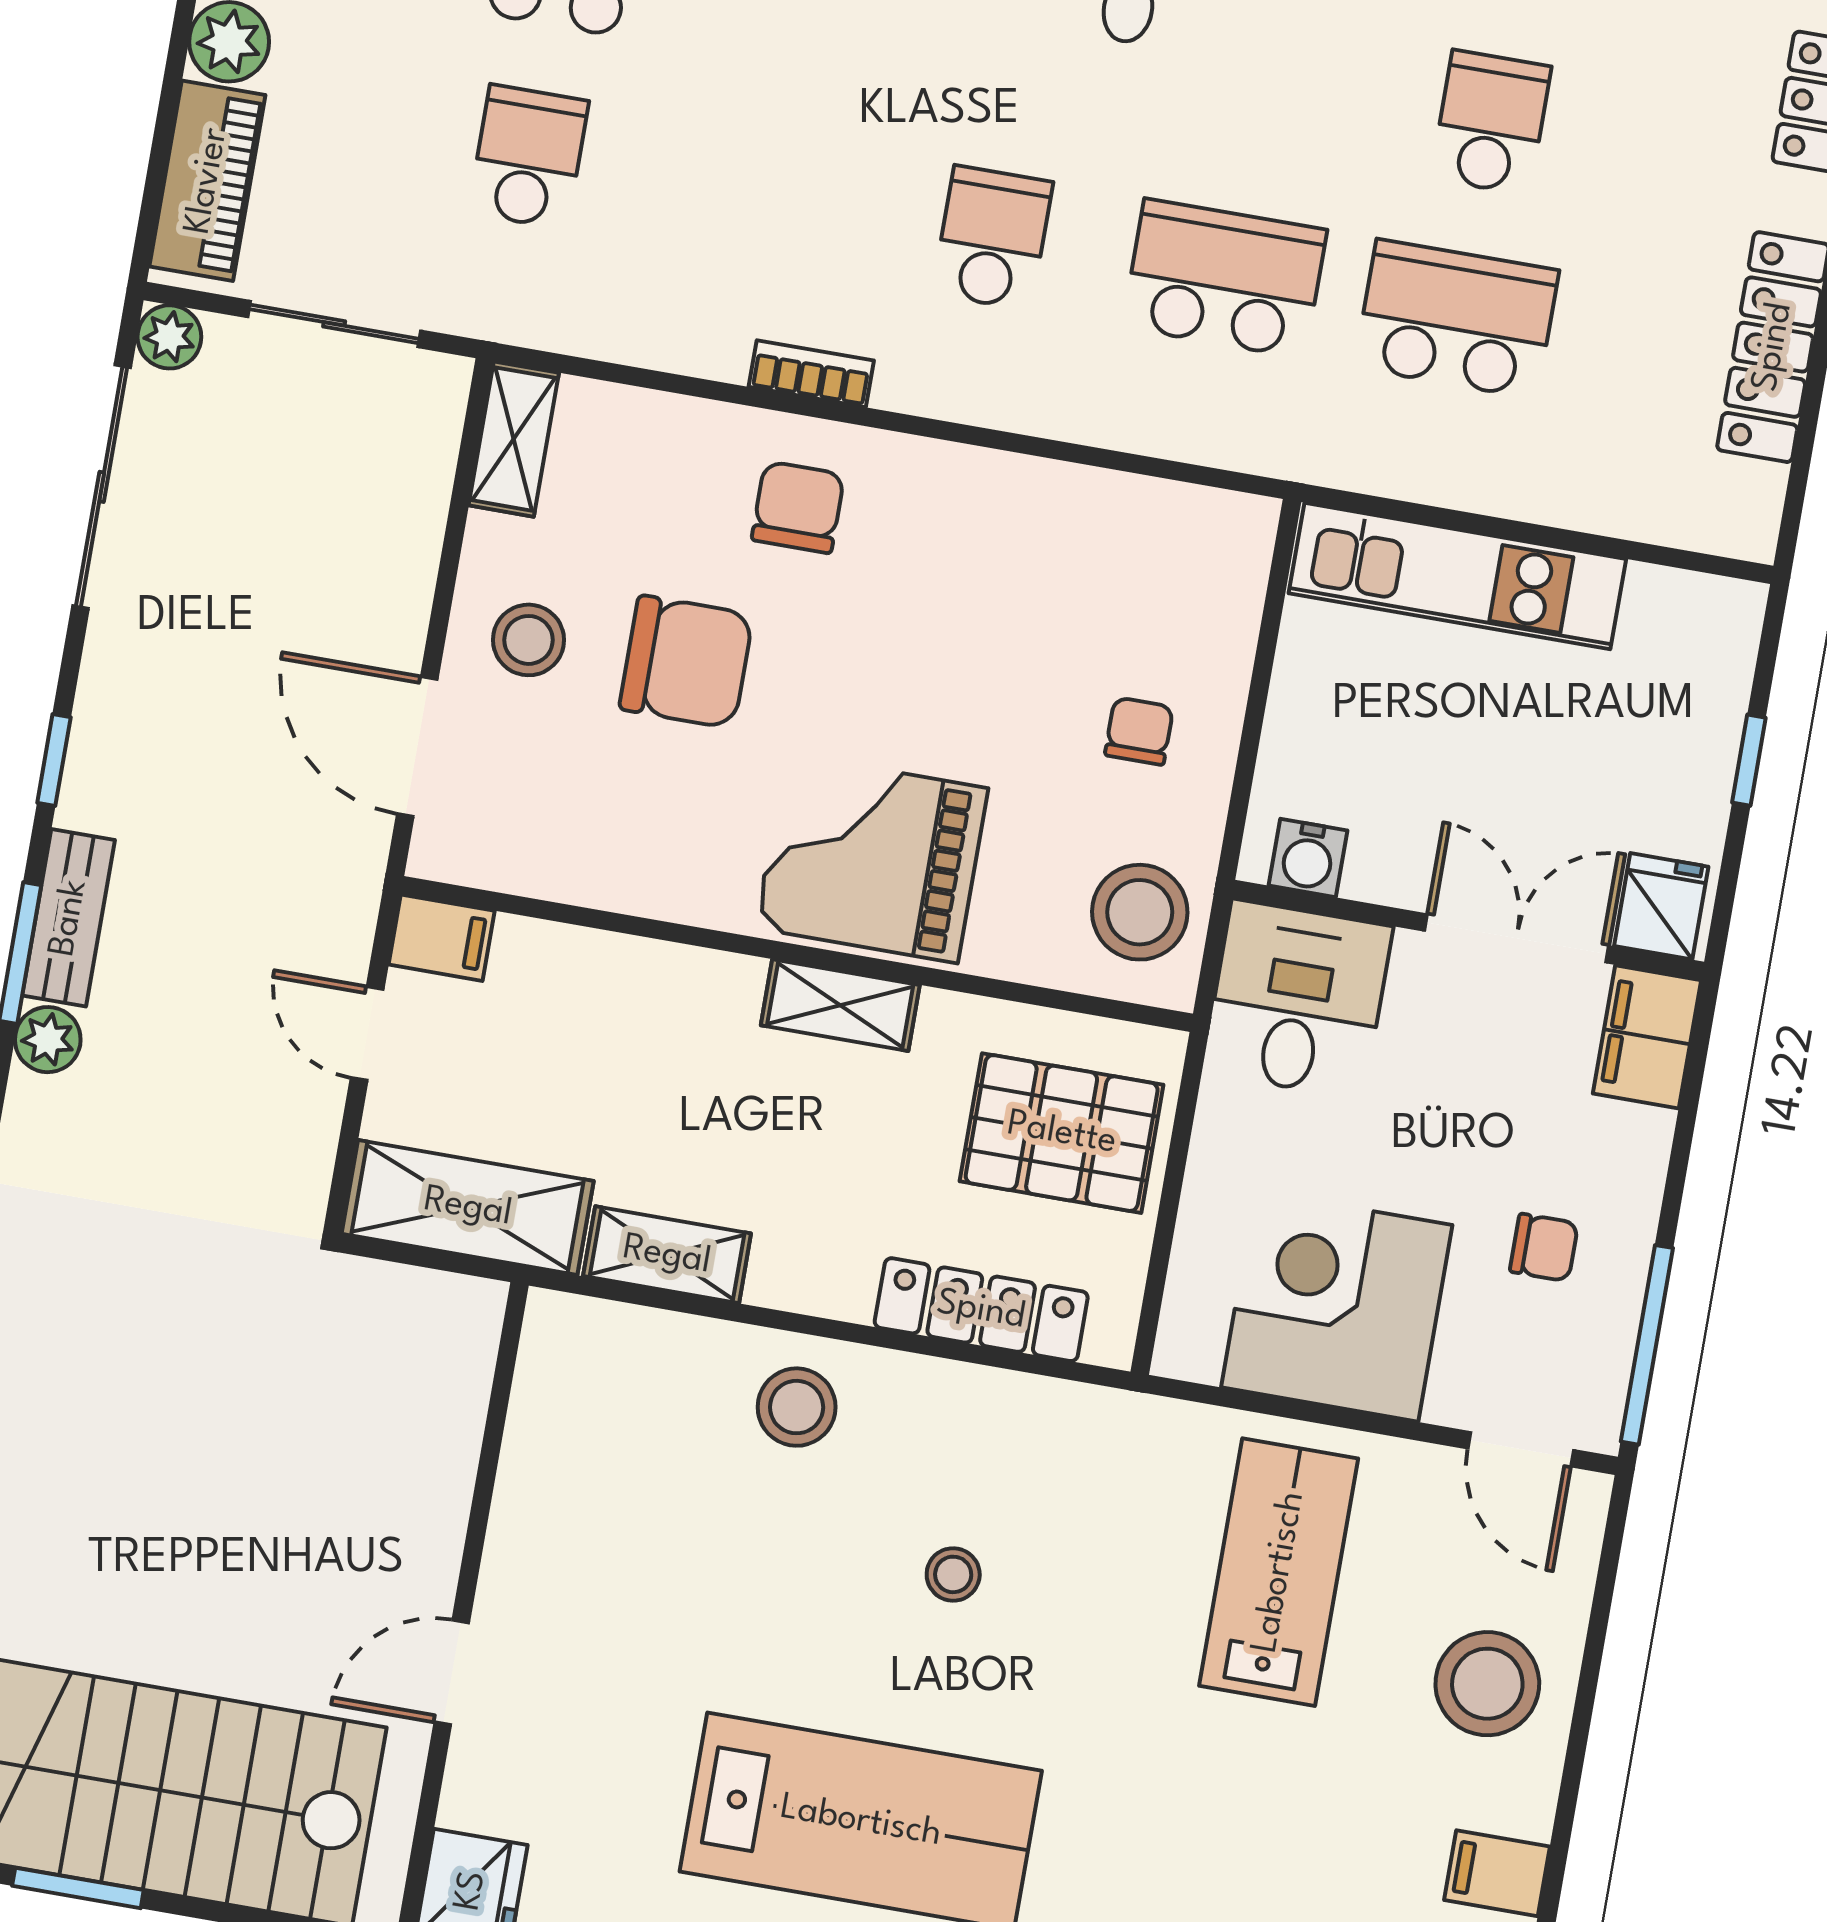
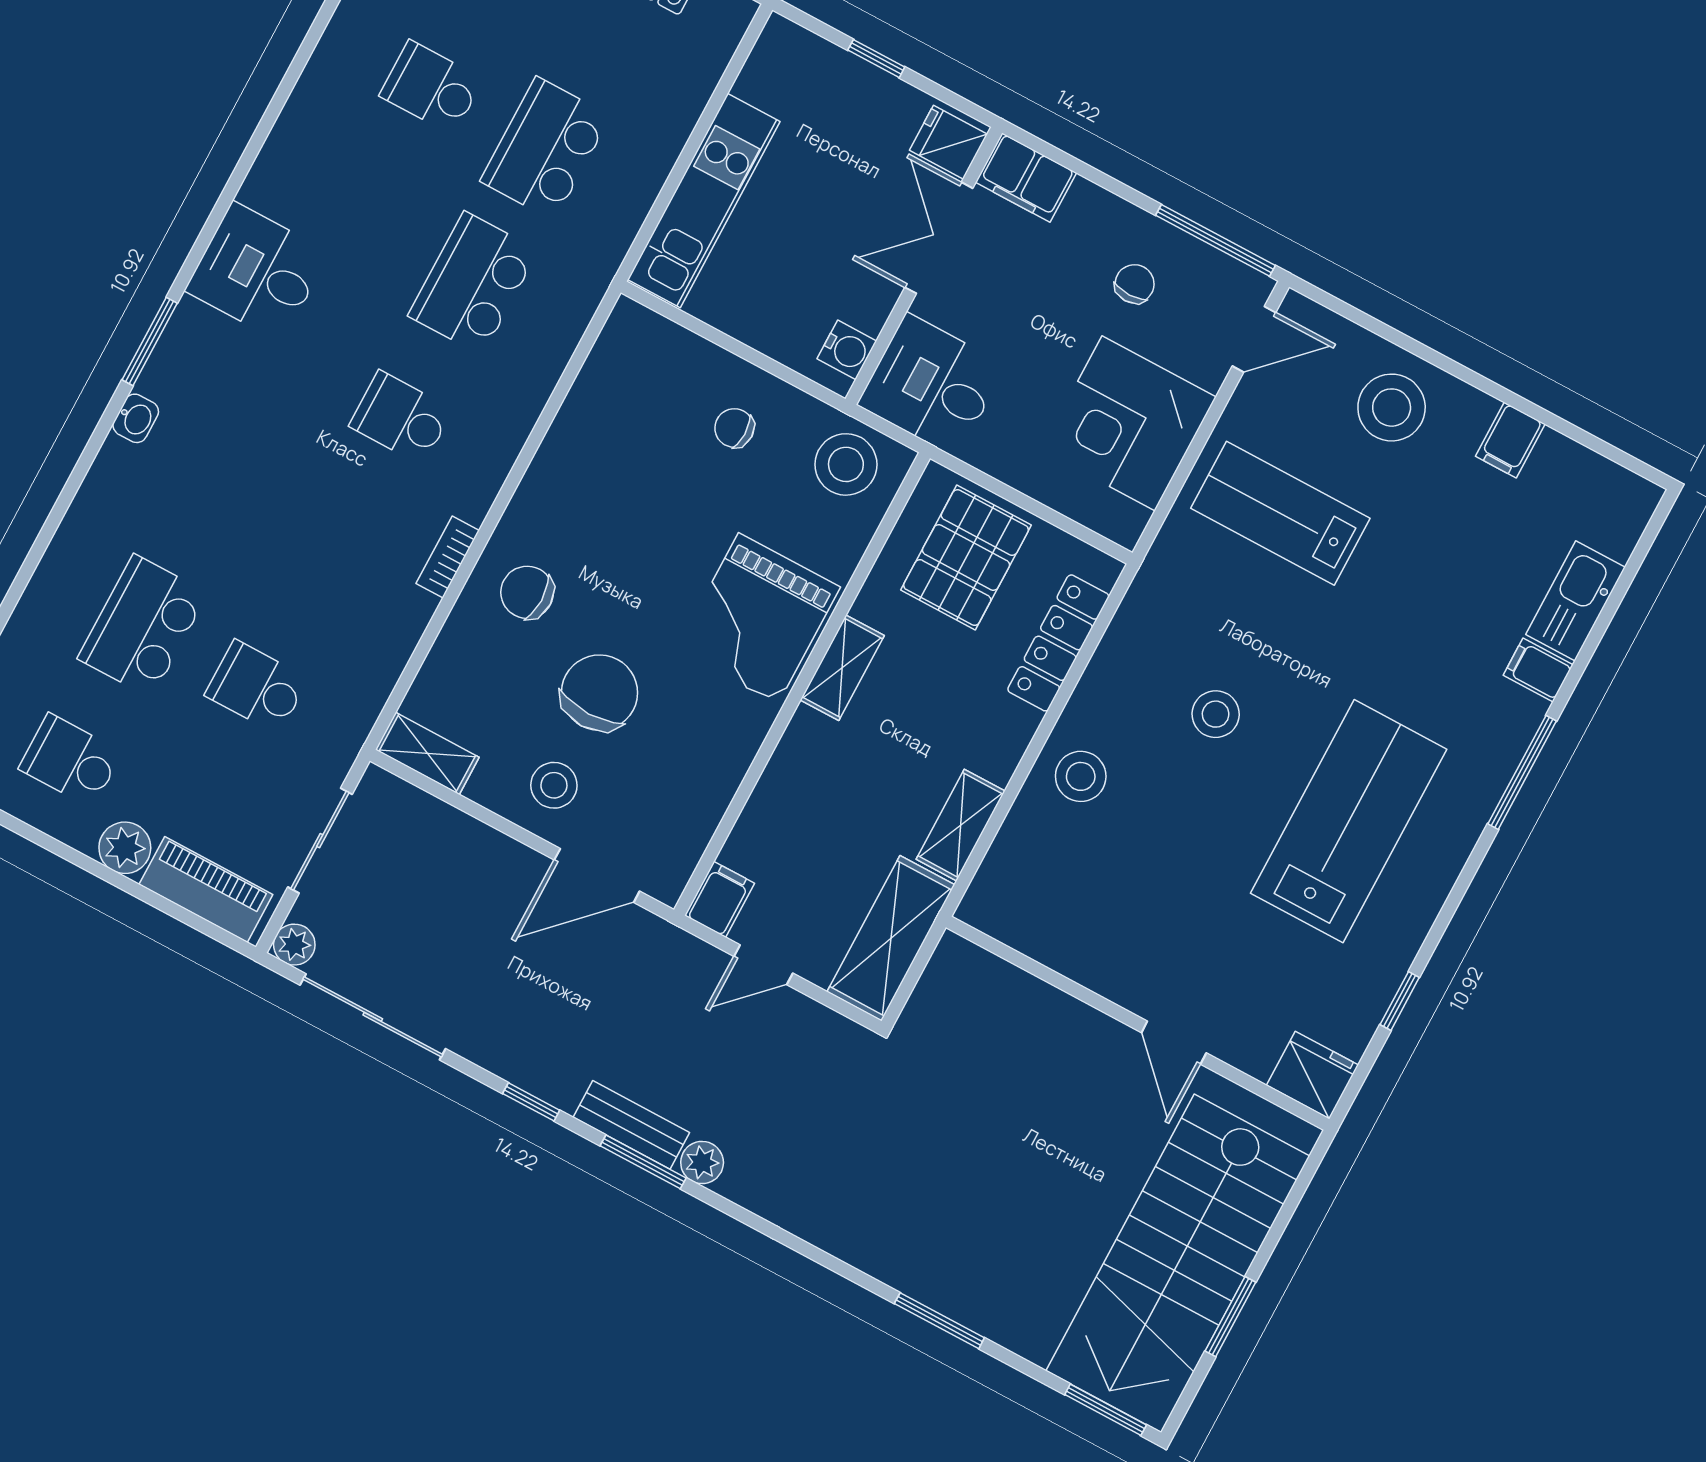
stool: (953, 1574) -> (1216, 714), width x1.37, depth x1.37

